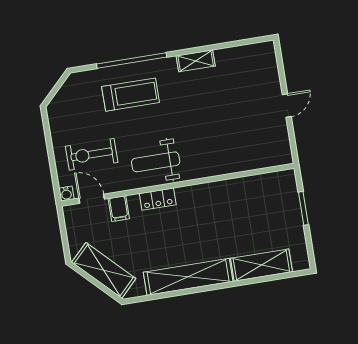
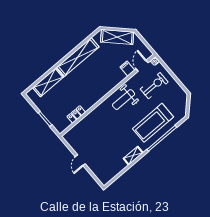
treadmill: (131, 95) -> (153, 123), width x1.37, depth x1.38
weight bench: (156, 162) -> (124, 100), turned 180
door: (92, 199) -> (142, 66), swing flipped
locker: (158, 199) -> (76, 114), moved

